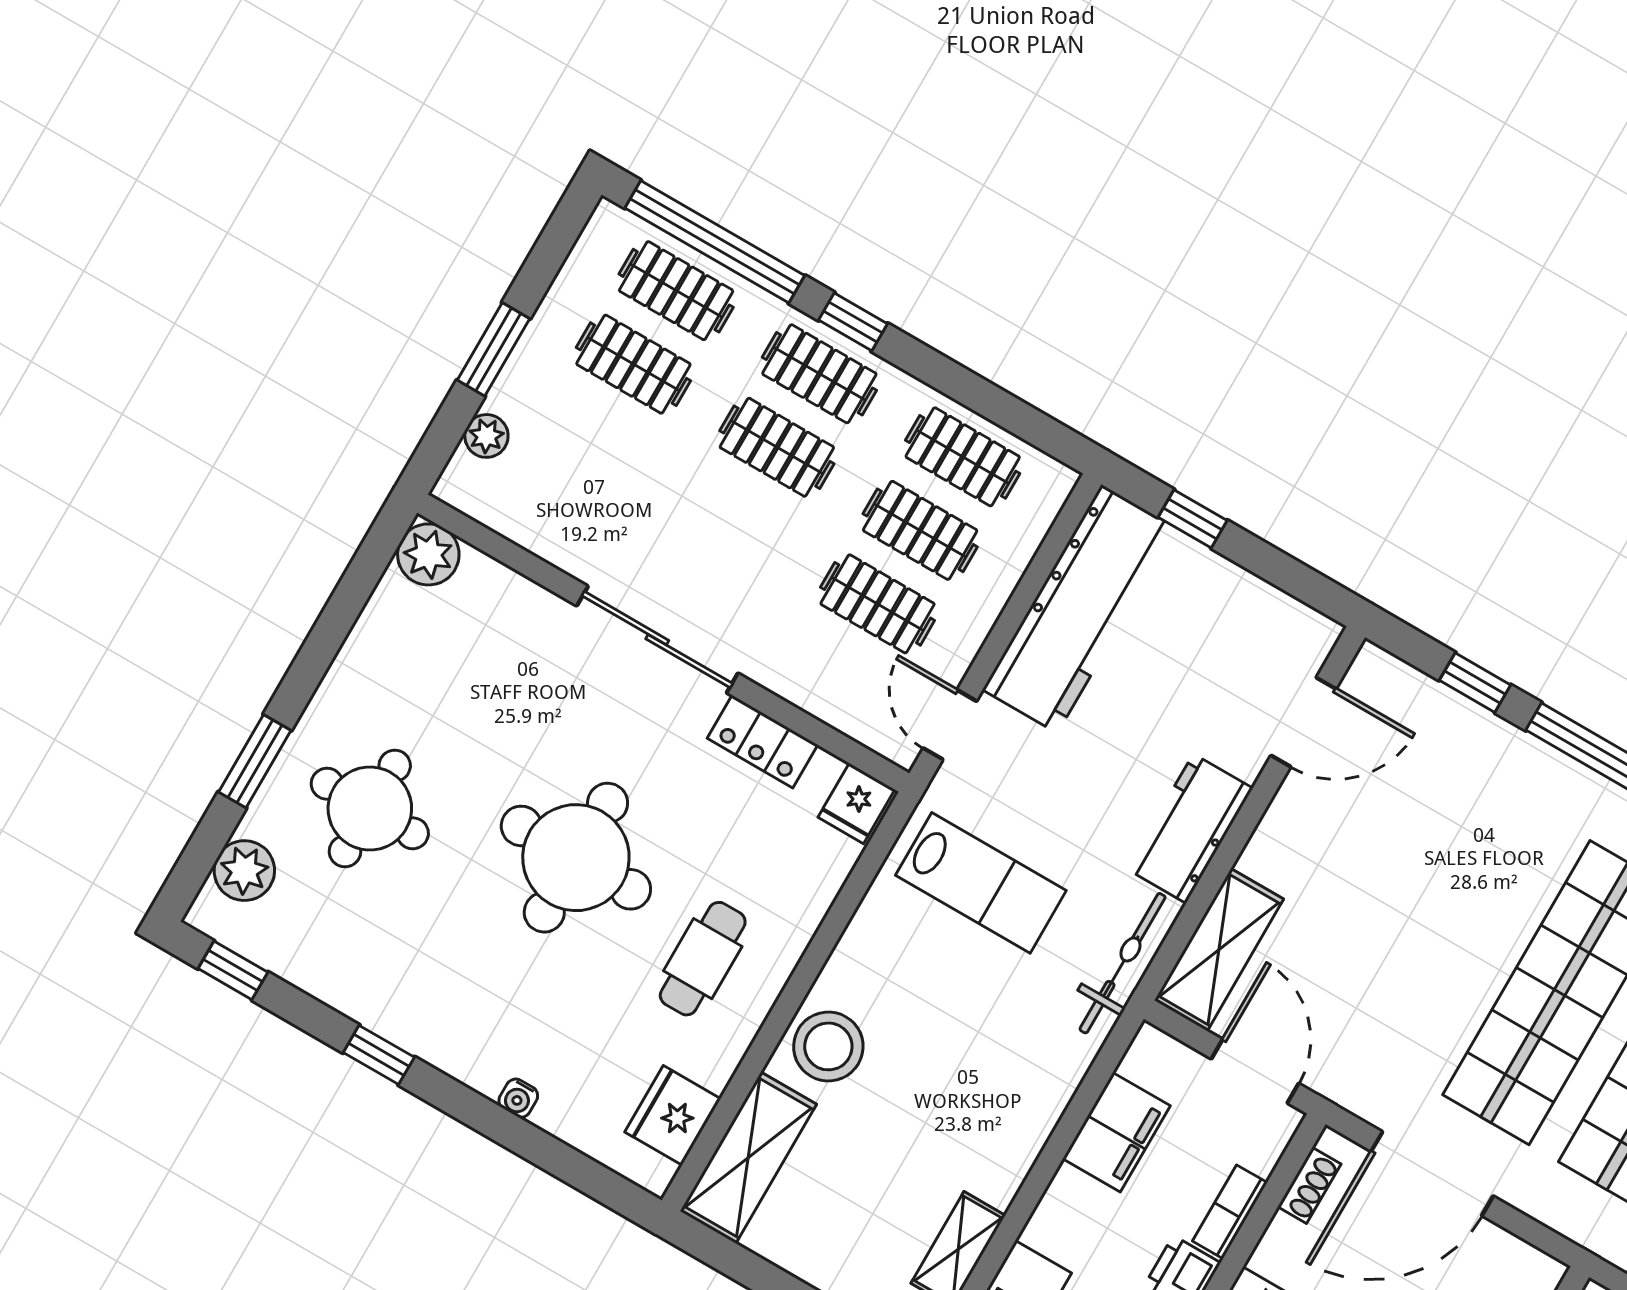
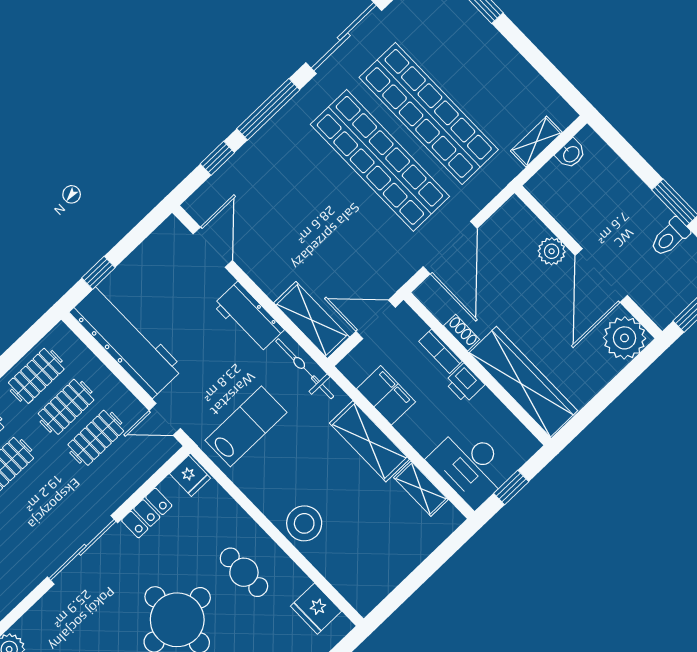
shelving: (748, 1158) -> (369, 441), moved
shoe rack: (1309, 1185) -> (462, 333), moved

